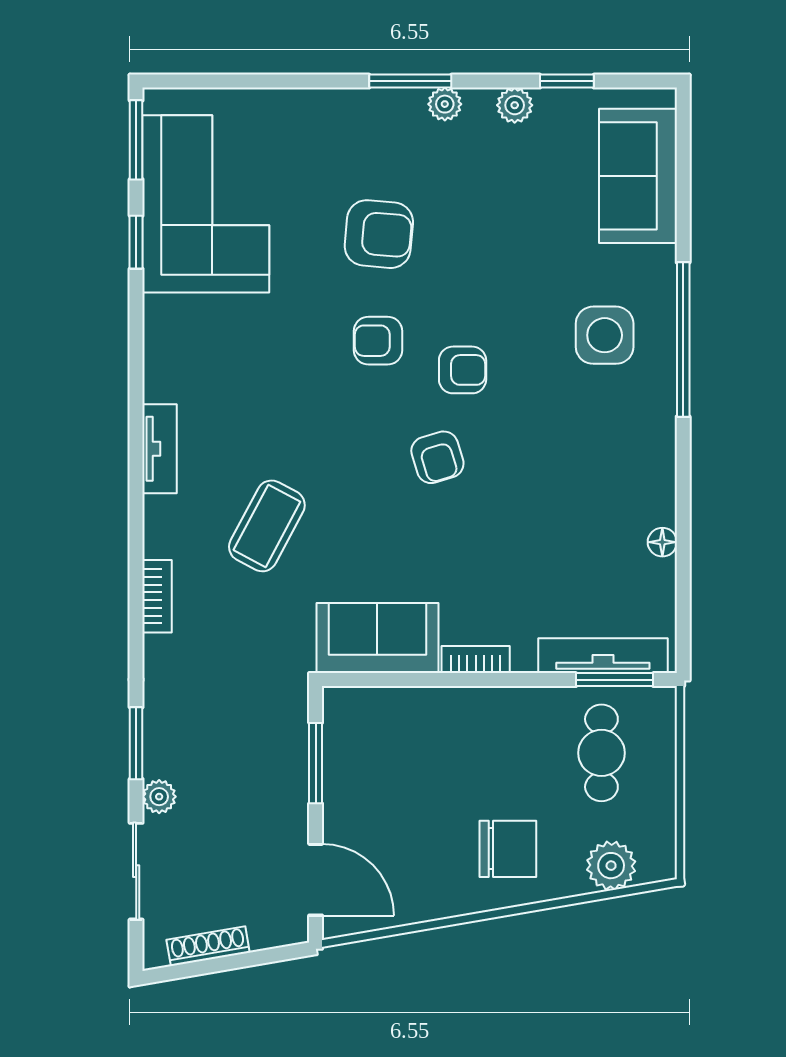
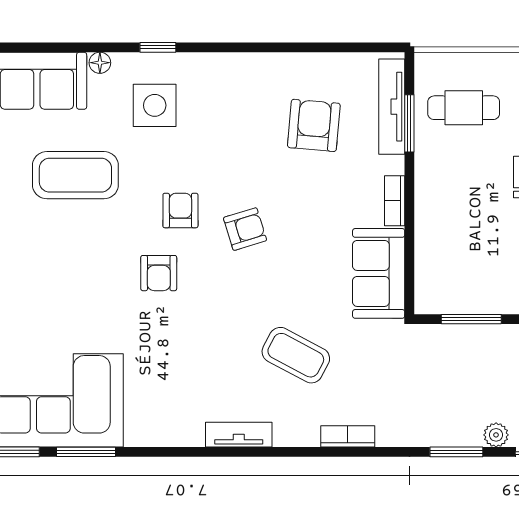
coffee table: (510, 228) -> (75, 175), added
armchair: (379, 234) -> (314, 125), moved
window: (136, 242) -> (86, 452), width x1.50
window: (683, 339) -> (158, 47), width x0.32
floor lamp: (662, 542) -> (100, 63), moved
window: (615, 680) -> (409, 123), moved

